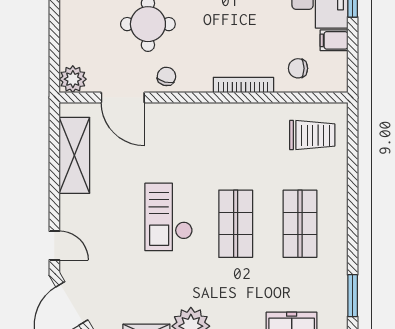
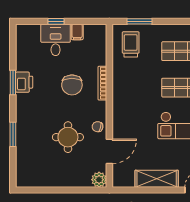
chair: (298, 68) -> (72, 85), moved, width x1.87, depth x1.87
window: (353, 151) -> (140, 21), added
shelving: (74, 155) -> (157, 179), moved

